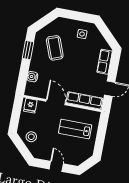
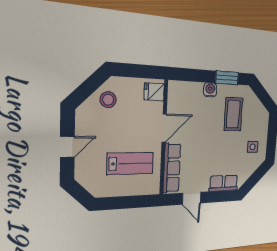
coffee table: (55, 48) -> (233, 114), turned -69
water cooler: (32, 77) -> (210, 90), moved
lab bench: (75, 129) -> (130, 164), turned 90

